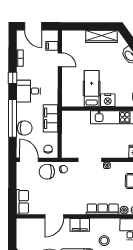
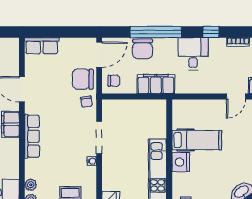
chair: (47, 172) -> (83, 79), turned -90
row of seats: (103, 209) -> (32, 136), moved

